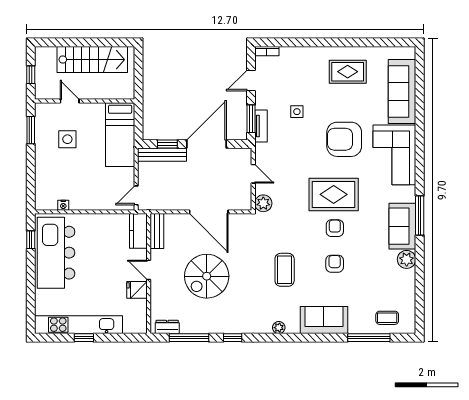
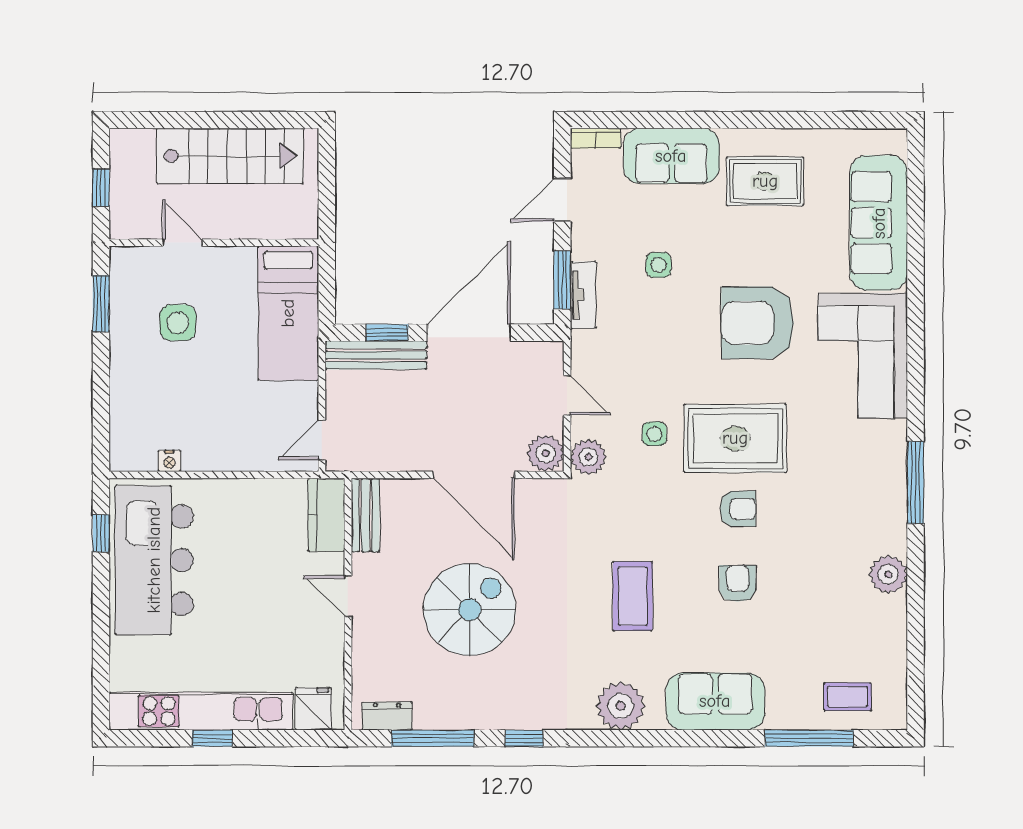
side table: (295, 192) -> (654, 434), added
plant: (243, 202) -> (545, 453), added
sofa: (402, 226) -> (671, 156), moved, turned -90
armchair: (335, 228) -> (738, 509), turned 90
spiral stairs: (207, 276) -> (470, 610), turned 180
fridge: (137, 290) -> (313, 709), moved, turned 90
plant: (279, 328) -> (621, 706), width x1.88, depth x1.88

